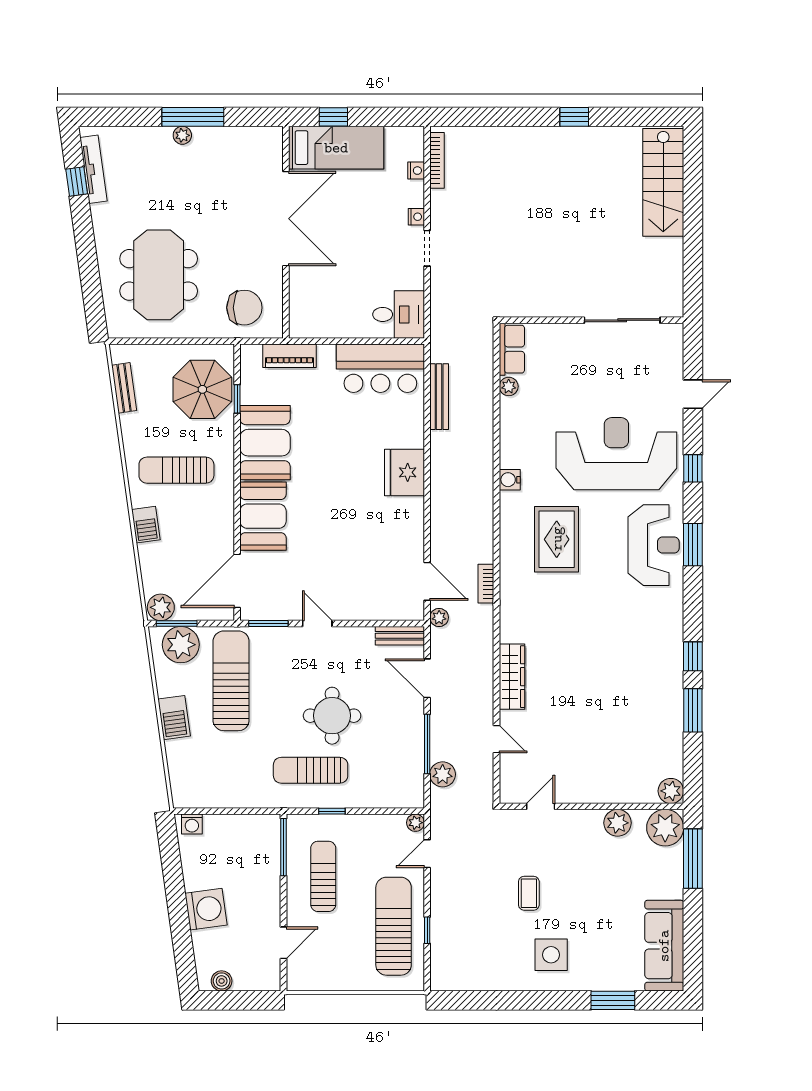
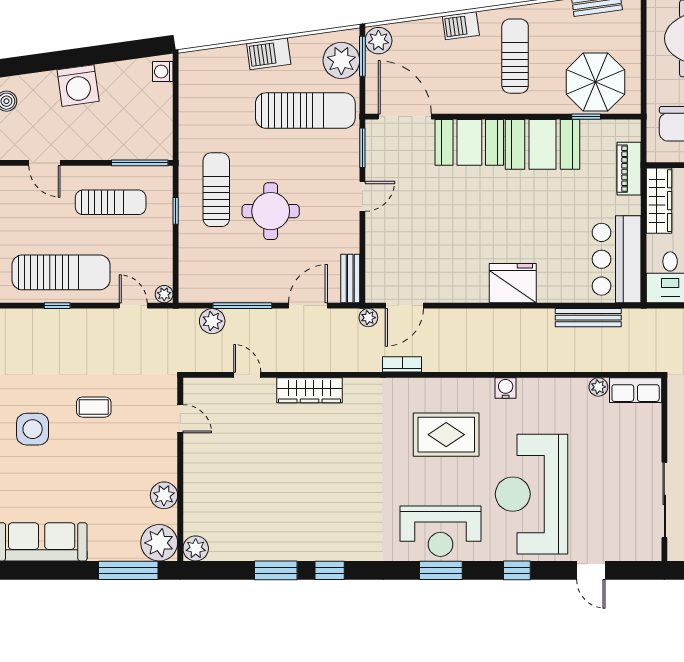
wardrobe: (321, 326) -> (659, 201), added
reception desk: (616, 454) -> (531, 494), turned 180
door: (497, 739) -> (247, 375), swing flipped

